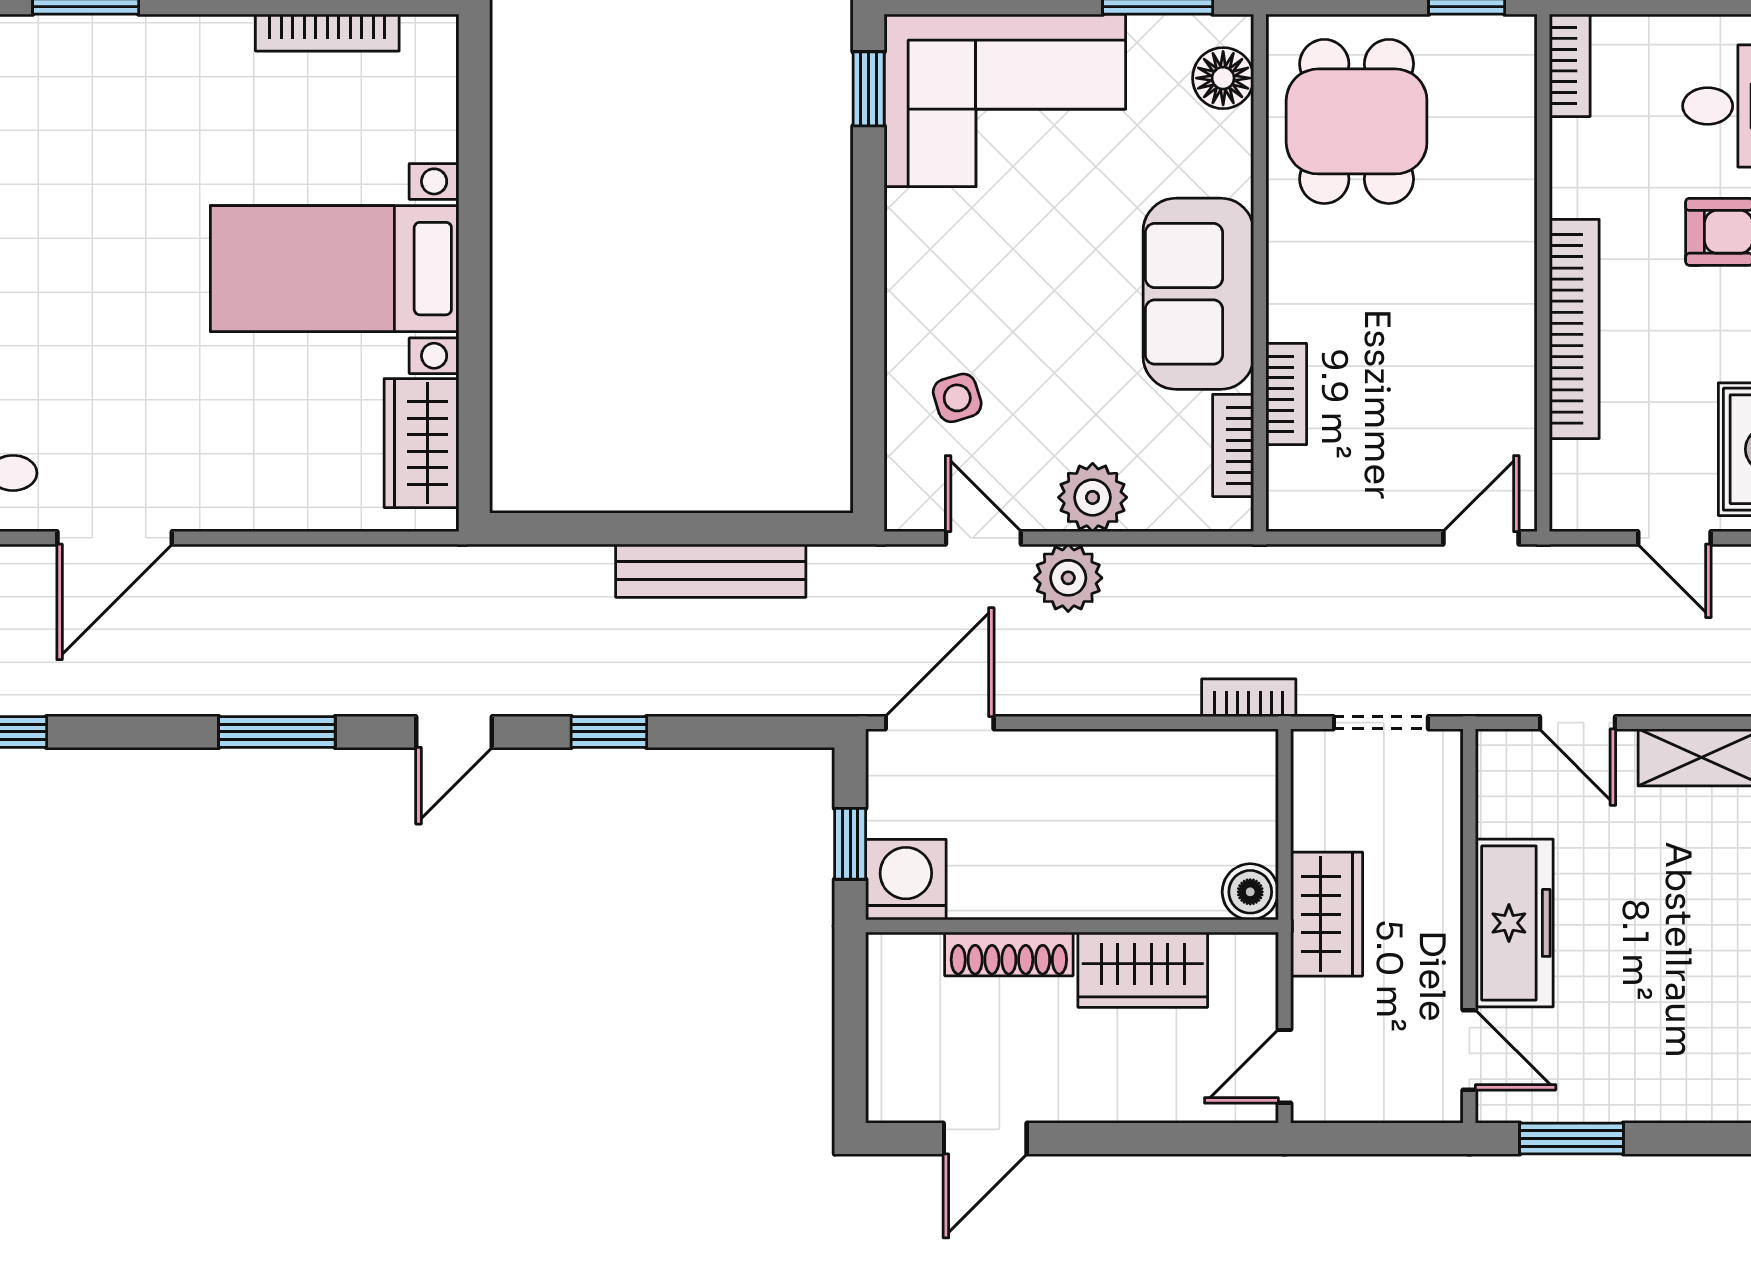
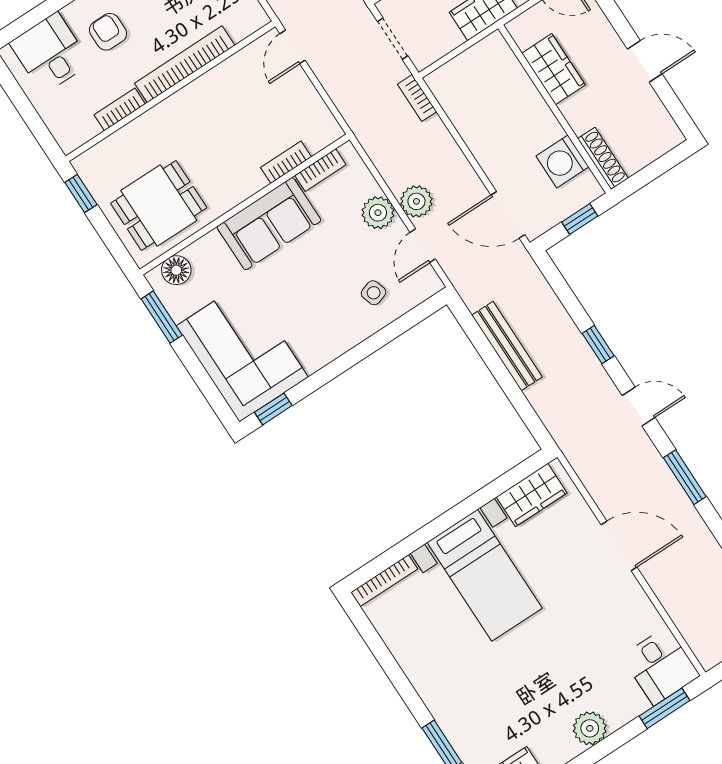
bookcase: (327, 33) -> (384, 581), moved, turned 90
bookcase: (1570, 66) -> (120, 109), moved
door: (115, 538) -> (619, 546), moved
door: (1481, 538) -> (293, 47), hinge flipped
washing machine: (906, 880) -> (562, 161), moved
boiler: (1250, 892) -> (494, 47), removed
shoe rack: (1009, 954) -> (603, 158), moved
door: (985, 1139) -> (645, 61), moved

